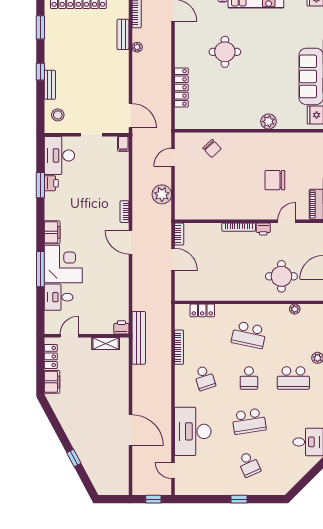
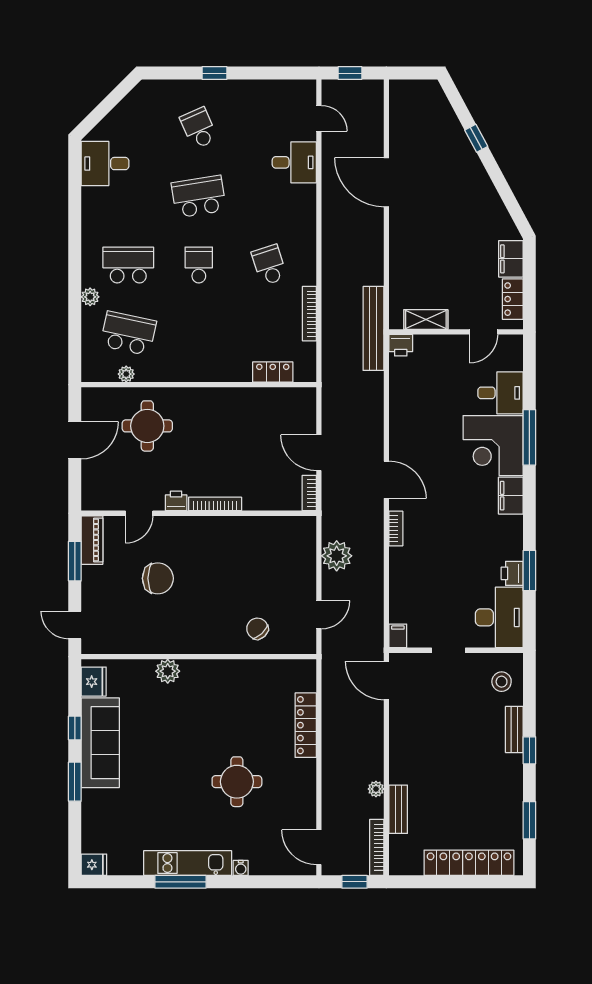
school desk: (249, 335) -> (128, 333), moved
desk: (193, 431) -> (294, 162), width x0.53, depth x0.77

